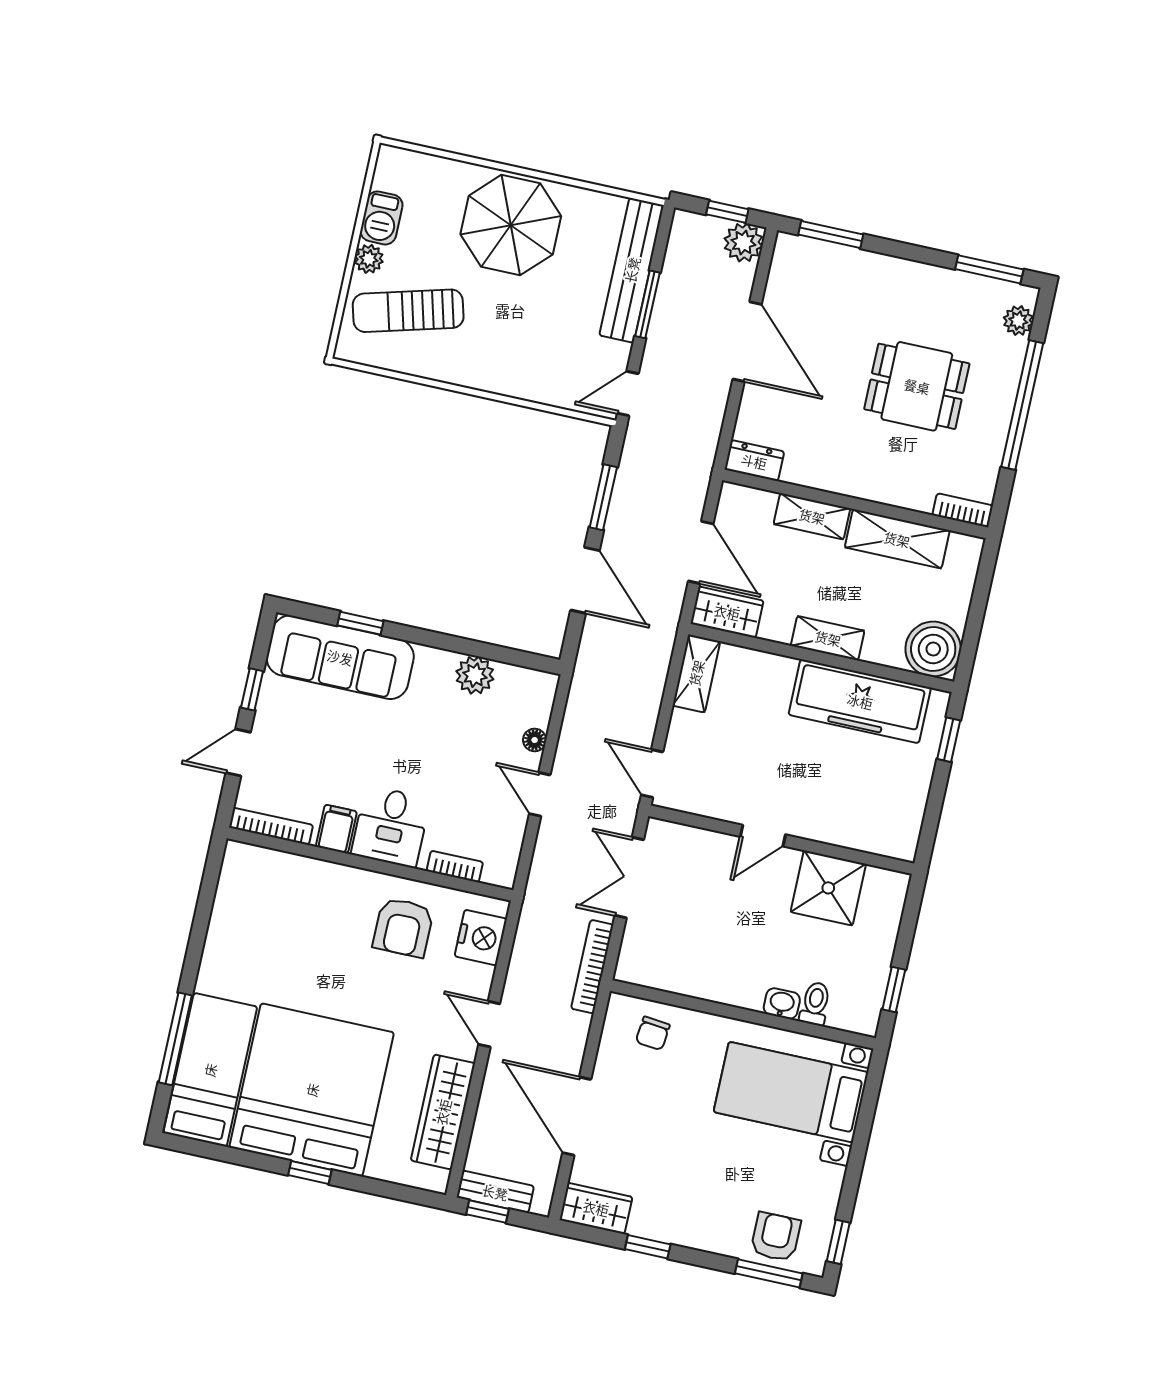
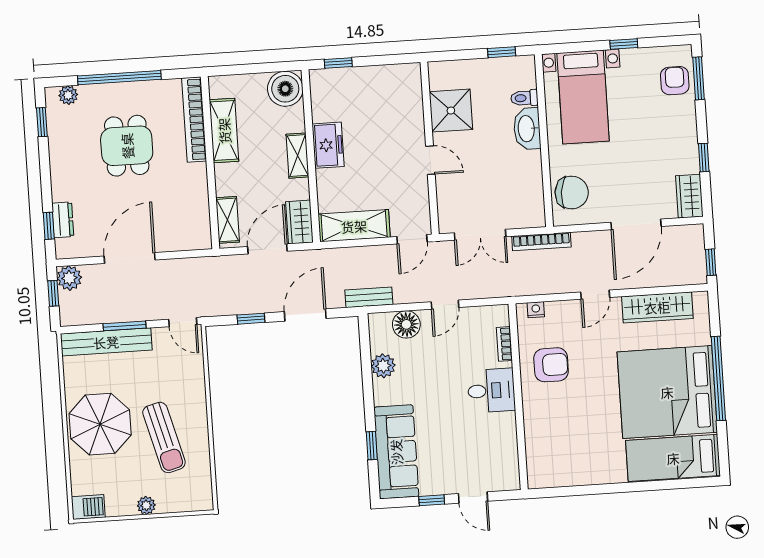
barbecue: (381, 218) -> (88, 507), moved
window: (831, 234) -> (49, 226), width x0.67
window: (989, 269) -> (42, 122), width x0.67
sun lounger: (408, 311) -> (164, 437), moved
dresser: (754, 461) -> (63, 220), moved, turned 180
window: (603, 497) -> (251, 319), width x0.67
bookcase: (963, 510) -> (194, 120), width x2.31, depth x1.31
shelving: (812, 516) -> (228, 220), moved
shelving: (696, 673) -> (354, 226), width x1.50, depth x1.33
freezer: (860, 701) -> (328, 145), width x0.52, depth x0.79
floor lamp: (535, 740) -> (406, 324), width x1.89, depth x1.89
bookcase: (271, 826) -> (513, 464), removed
filing cabinet: (336, 829) -> (503, 424), removed
nightstand: (481, 938) -> (536, 310), width x0.53, depth x0.56
washbasin: (782, 1004) -> (527, 129), width x1.91, depth x1.45
chair: (653, 1033) -> (572, 192), width x1.87, depth x1.87
window: (175, 1039) -> (660, 485), removed
window: (310, 1172) -> (718, 378), width x3.17
bench: (495, 1192) -> (369, 297), moved, turned 90
armchair: (776, 1237) -> (675, 81), turned 90
window: (838, 1242) -> (624, 44), moved

